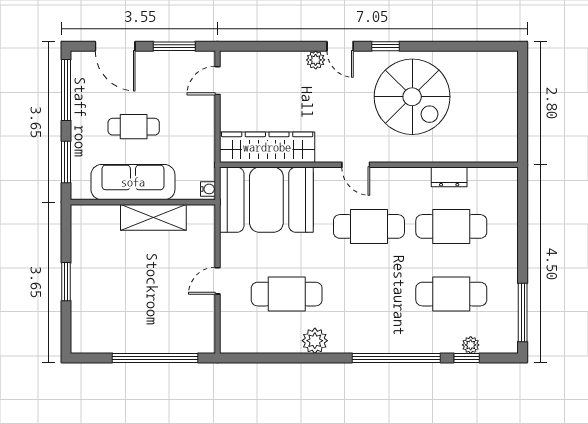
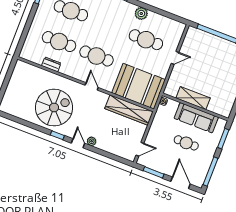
spiral stairs: (412, 97) -> (54, 108), turned 90

